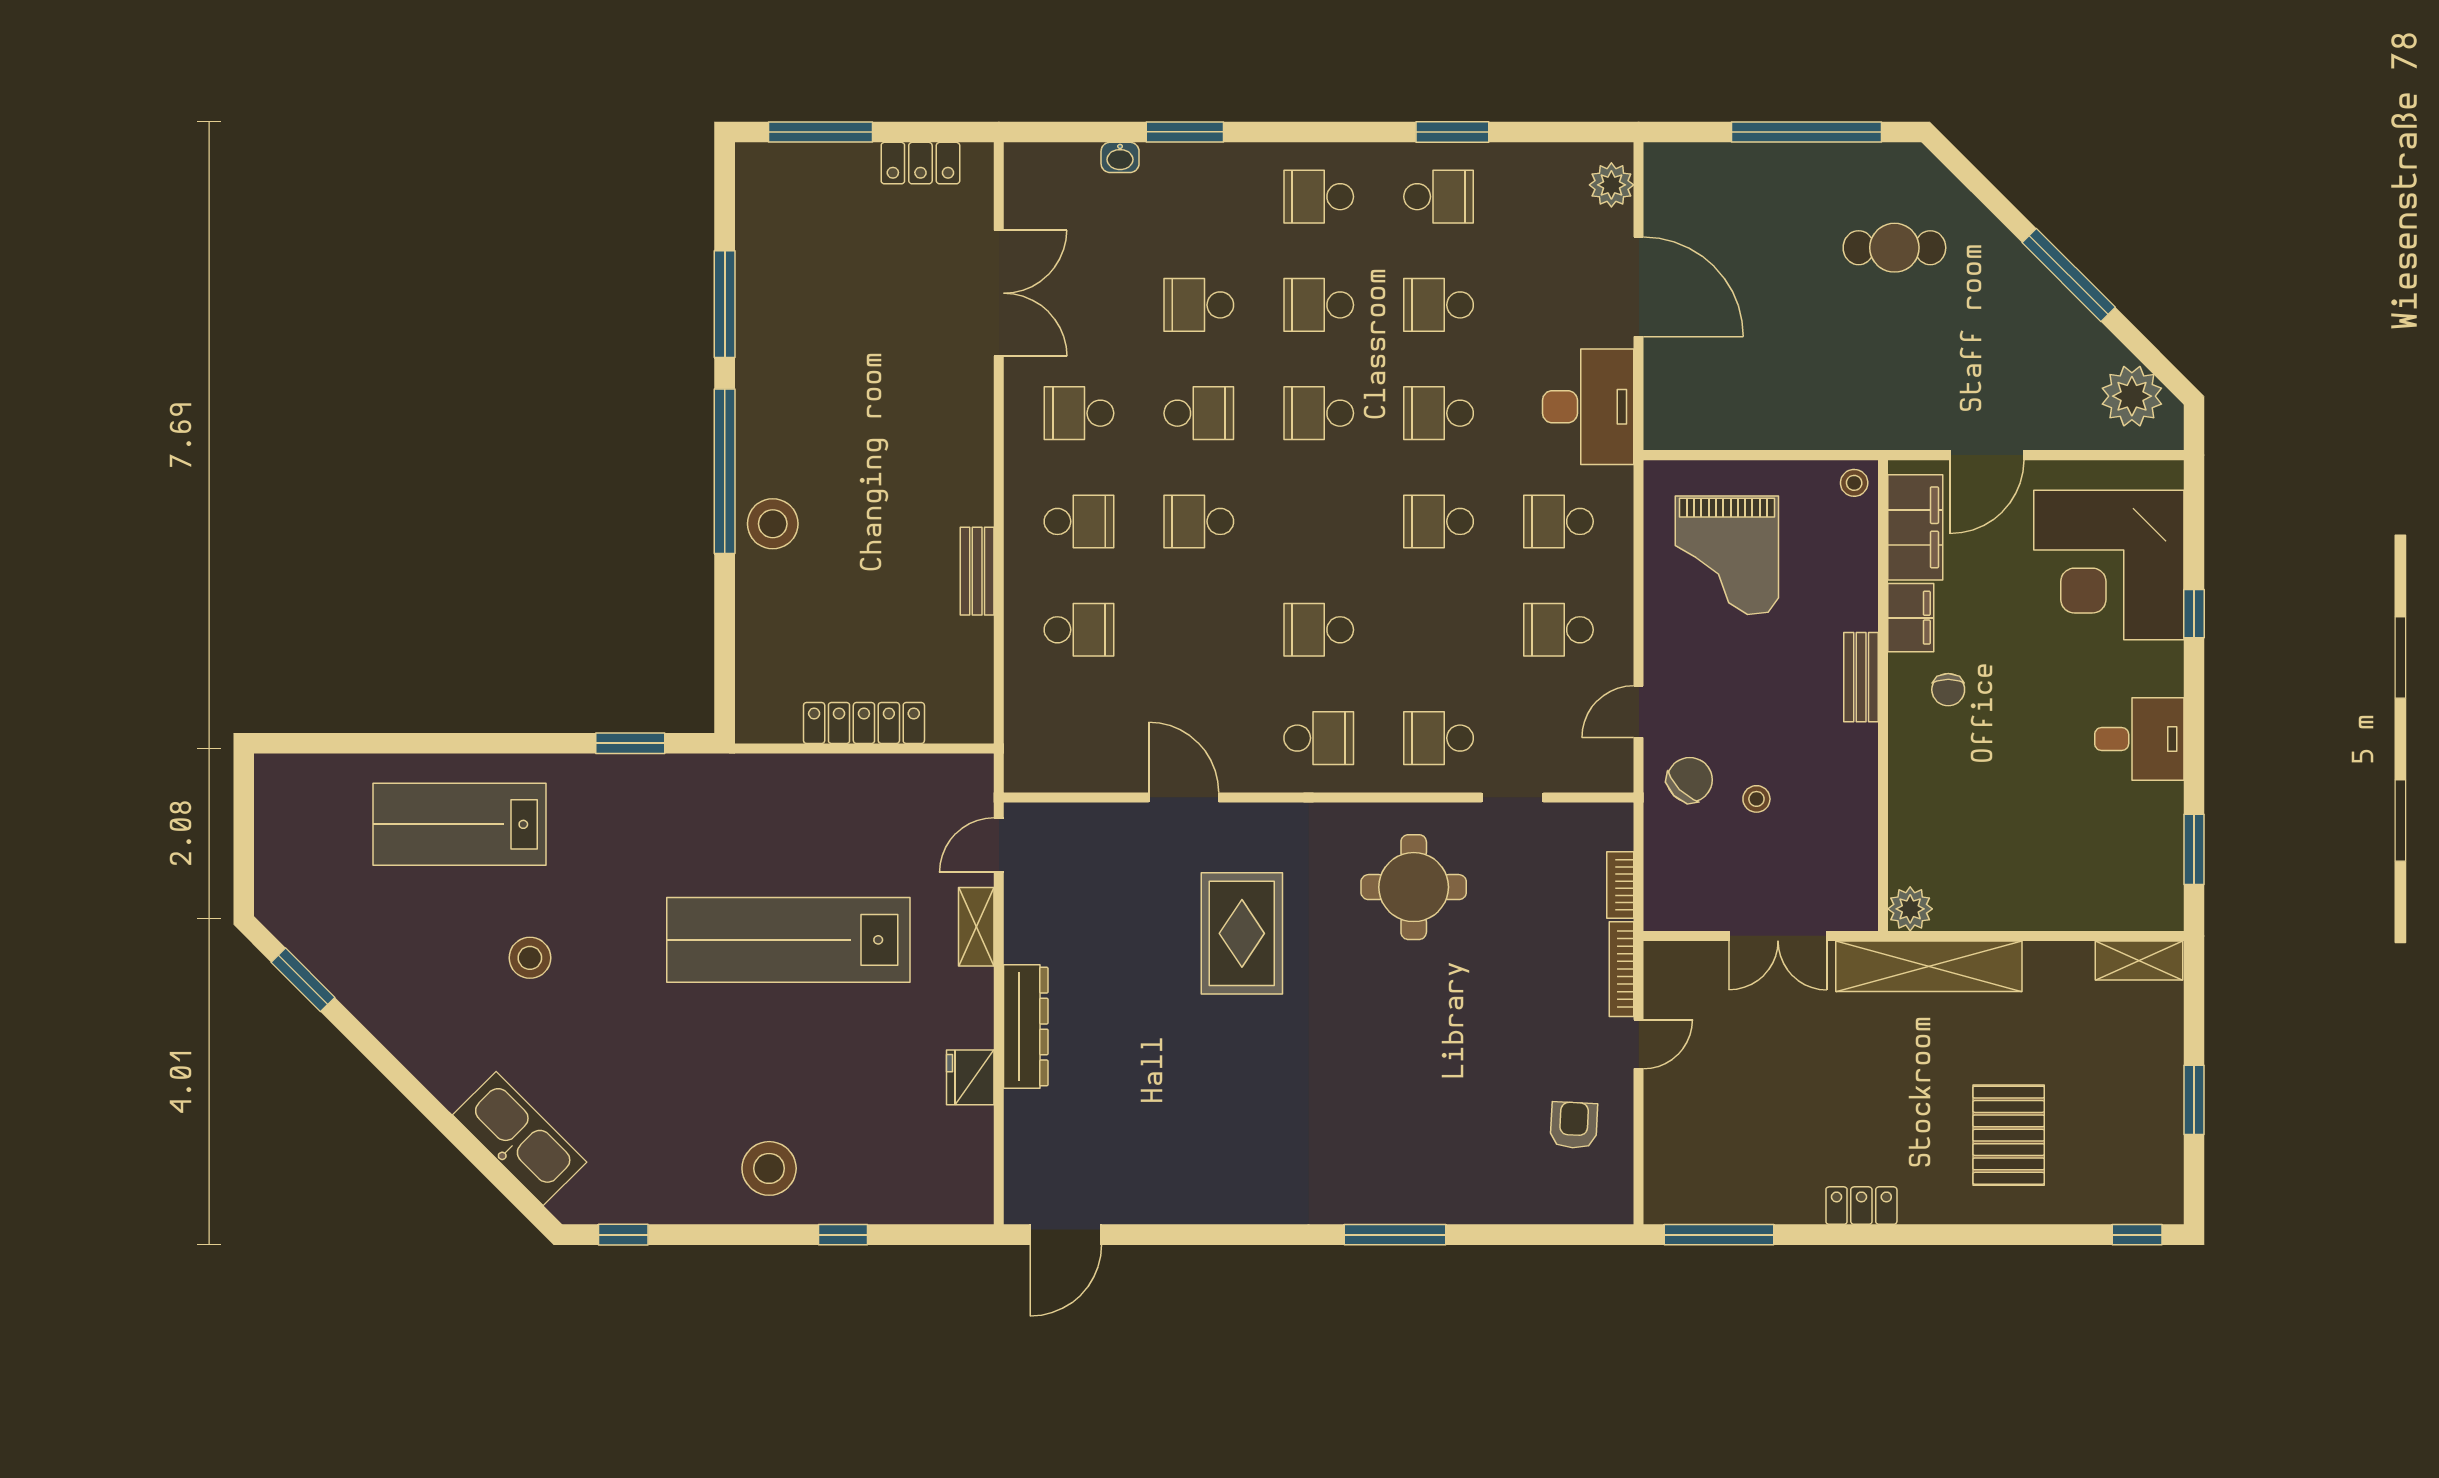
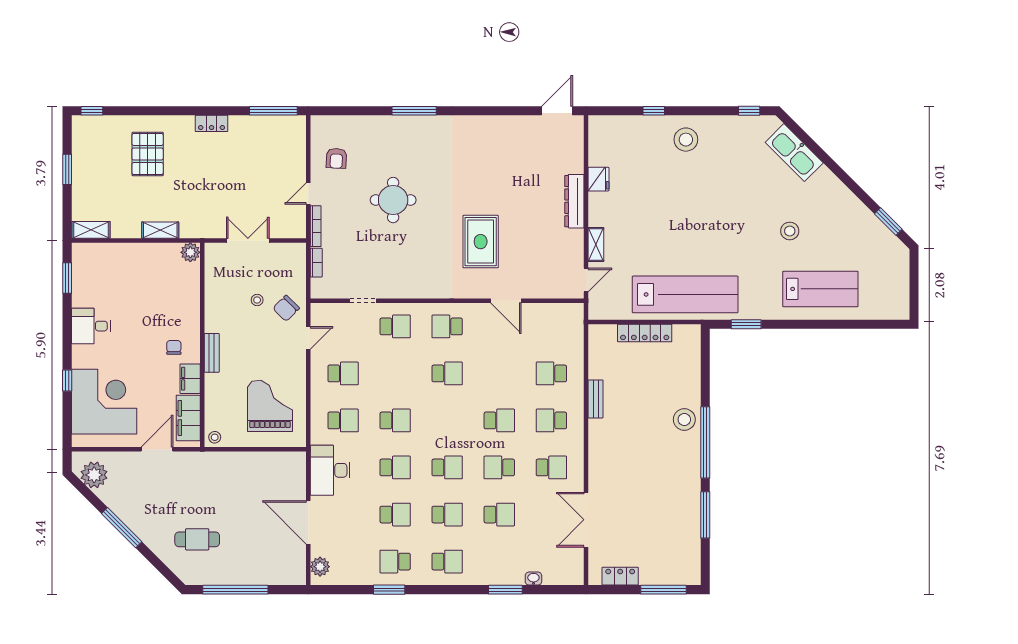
round table: (1414, 887) -> (393, 200), moved
lab bench: (788, 940) -> (685, 294), moved
shelving: (1929, 966) -> (160, 230), width x0.45, depth x0.75

